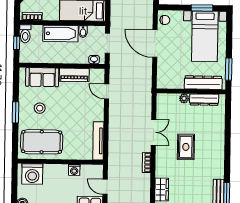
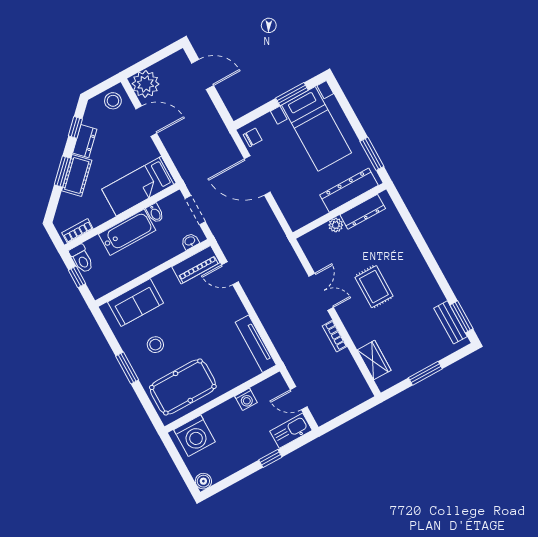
piano: (74, 75) -> (196, 265), moved

